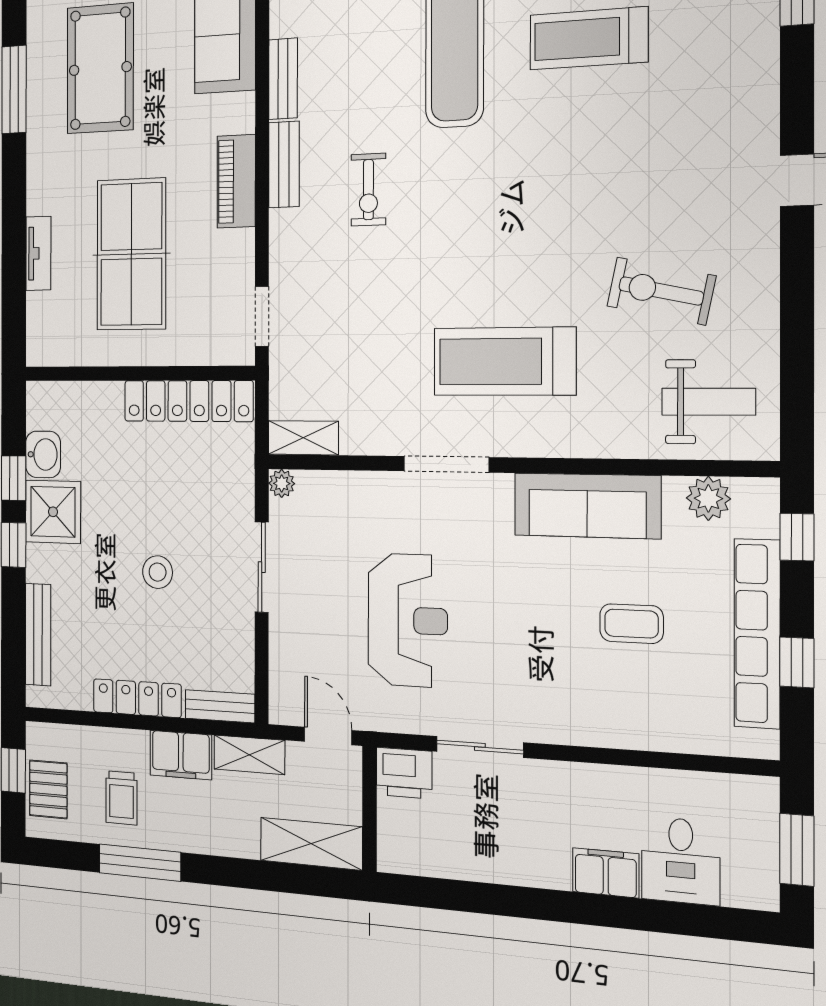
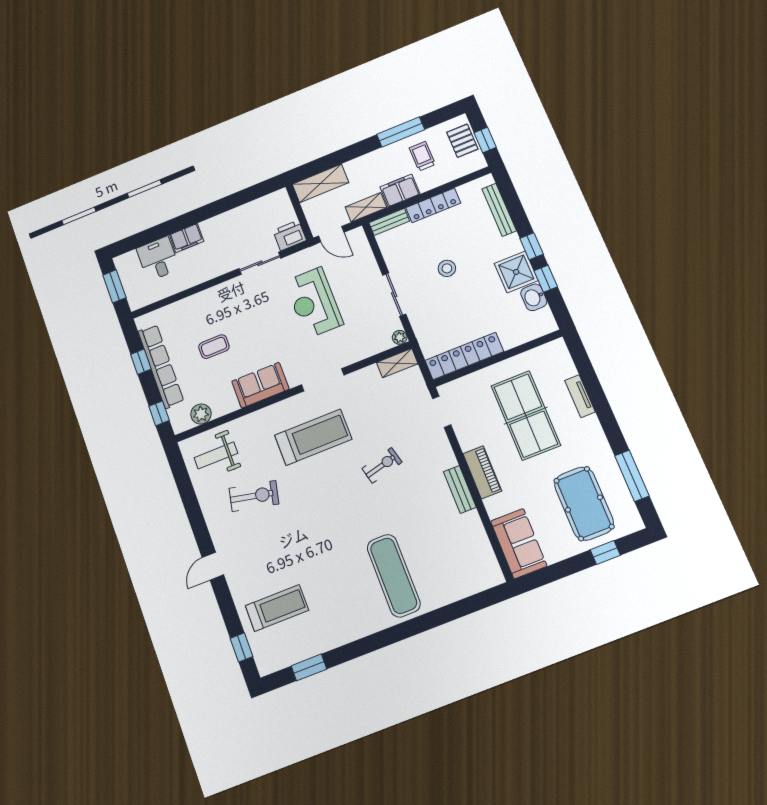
treadmill: (589, 38) -> (277, 608), moved
bench: (283, 79) -> (477, 532), removed
exercise bike: (368, 190) -> (382, 465), moved, turned 76
sofa: (587, 506) -> (260, 385), width x0.73

